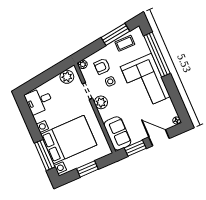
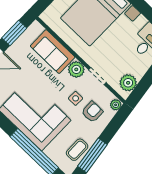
sofa: (117, 133) -> (53, 52), moved

